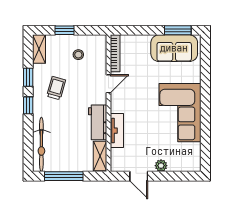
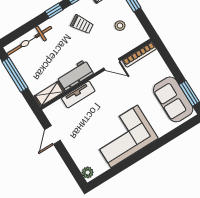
trolley: (56, 88) -> (82, 25), turned 43
plant: (161, 166) -> (88, 172), moved

